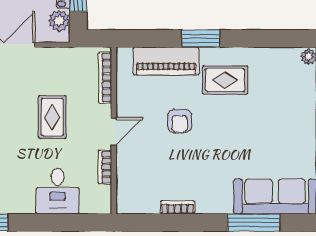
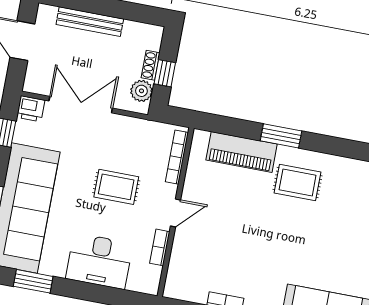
rug: (52, 117) -> (116, 187), turned 90
armchair: (180, 121) -> (244, 215), removed
desk: (58, 191) -> (99, 261), width x1.37

